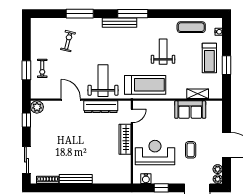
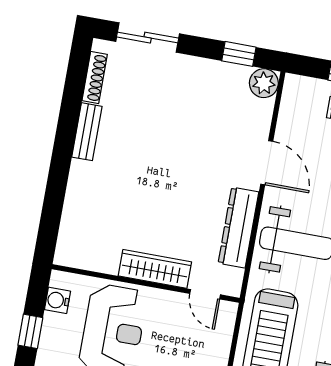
door: (71, 100) -> (267, 163), hinge flipped
bench: (76, 179) -> (87, 132), width x0.73

